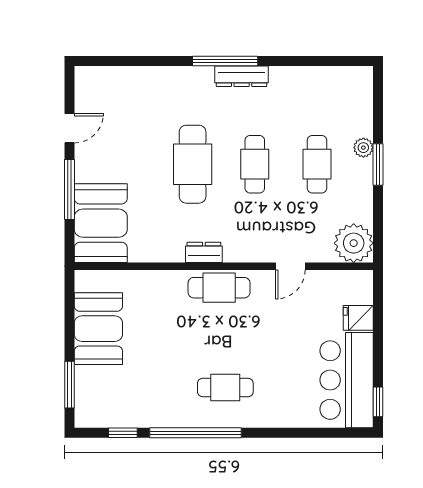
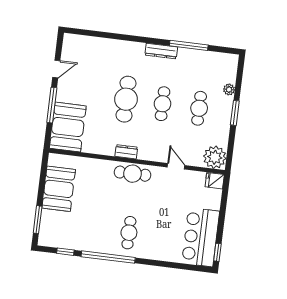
window: (225, 61) -> (189, 45), moved
plant: (363, 148) -> (229, 89), moved
door: (290, 266) -> (176, 166), swing flipped
fridge: (358, 318) -> (215, 181), moved
cafe table: (225, 387) -> (129, 233), turned 90

